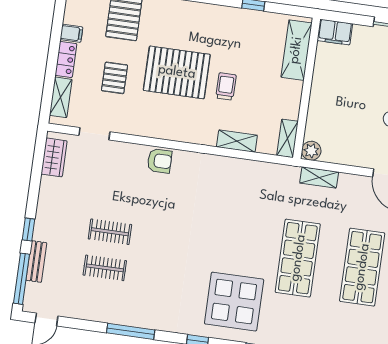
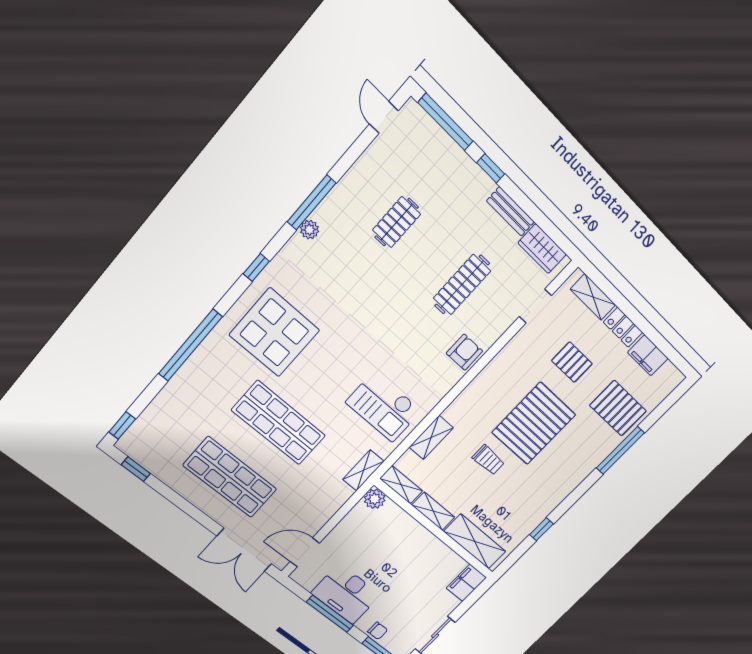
filing cabinet: (71, 33) -> (648, 355), width x2.00
shelving: (293, 100) -> (433, 511), added
armchair: (160, 161) -> (464, 352), turned 180
shelving: (319, 177) -> (363, 470), moved
checkout: (236, 191) -> (384, 406), added
clothes rail: (110, 232) -> (462, 285), moved, width x1.36
bench: (36, 262) -> (511, 211), moved
plant: (149, 322) -> (309, 230), added

